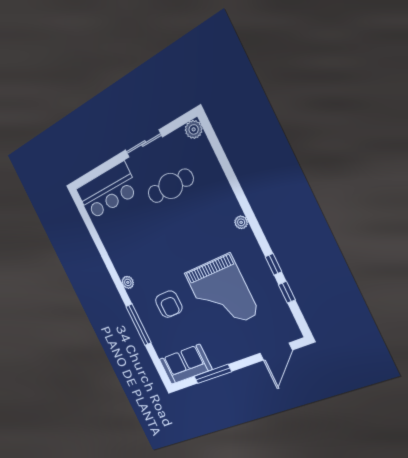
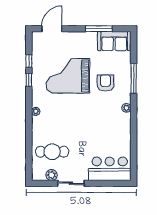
plant: (194, 129) -> (52, 175), moved
cafe table: (171, 186) -> (52, 152), moved
grand piano: (222, 293) -> (68, 76), turned -90

